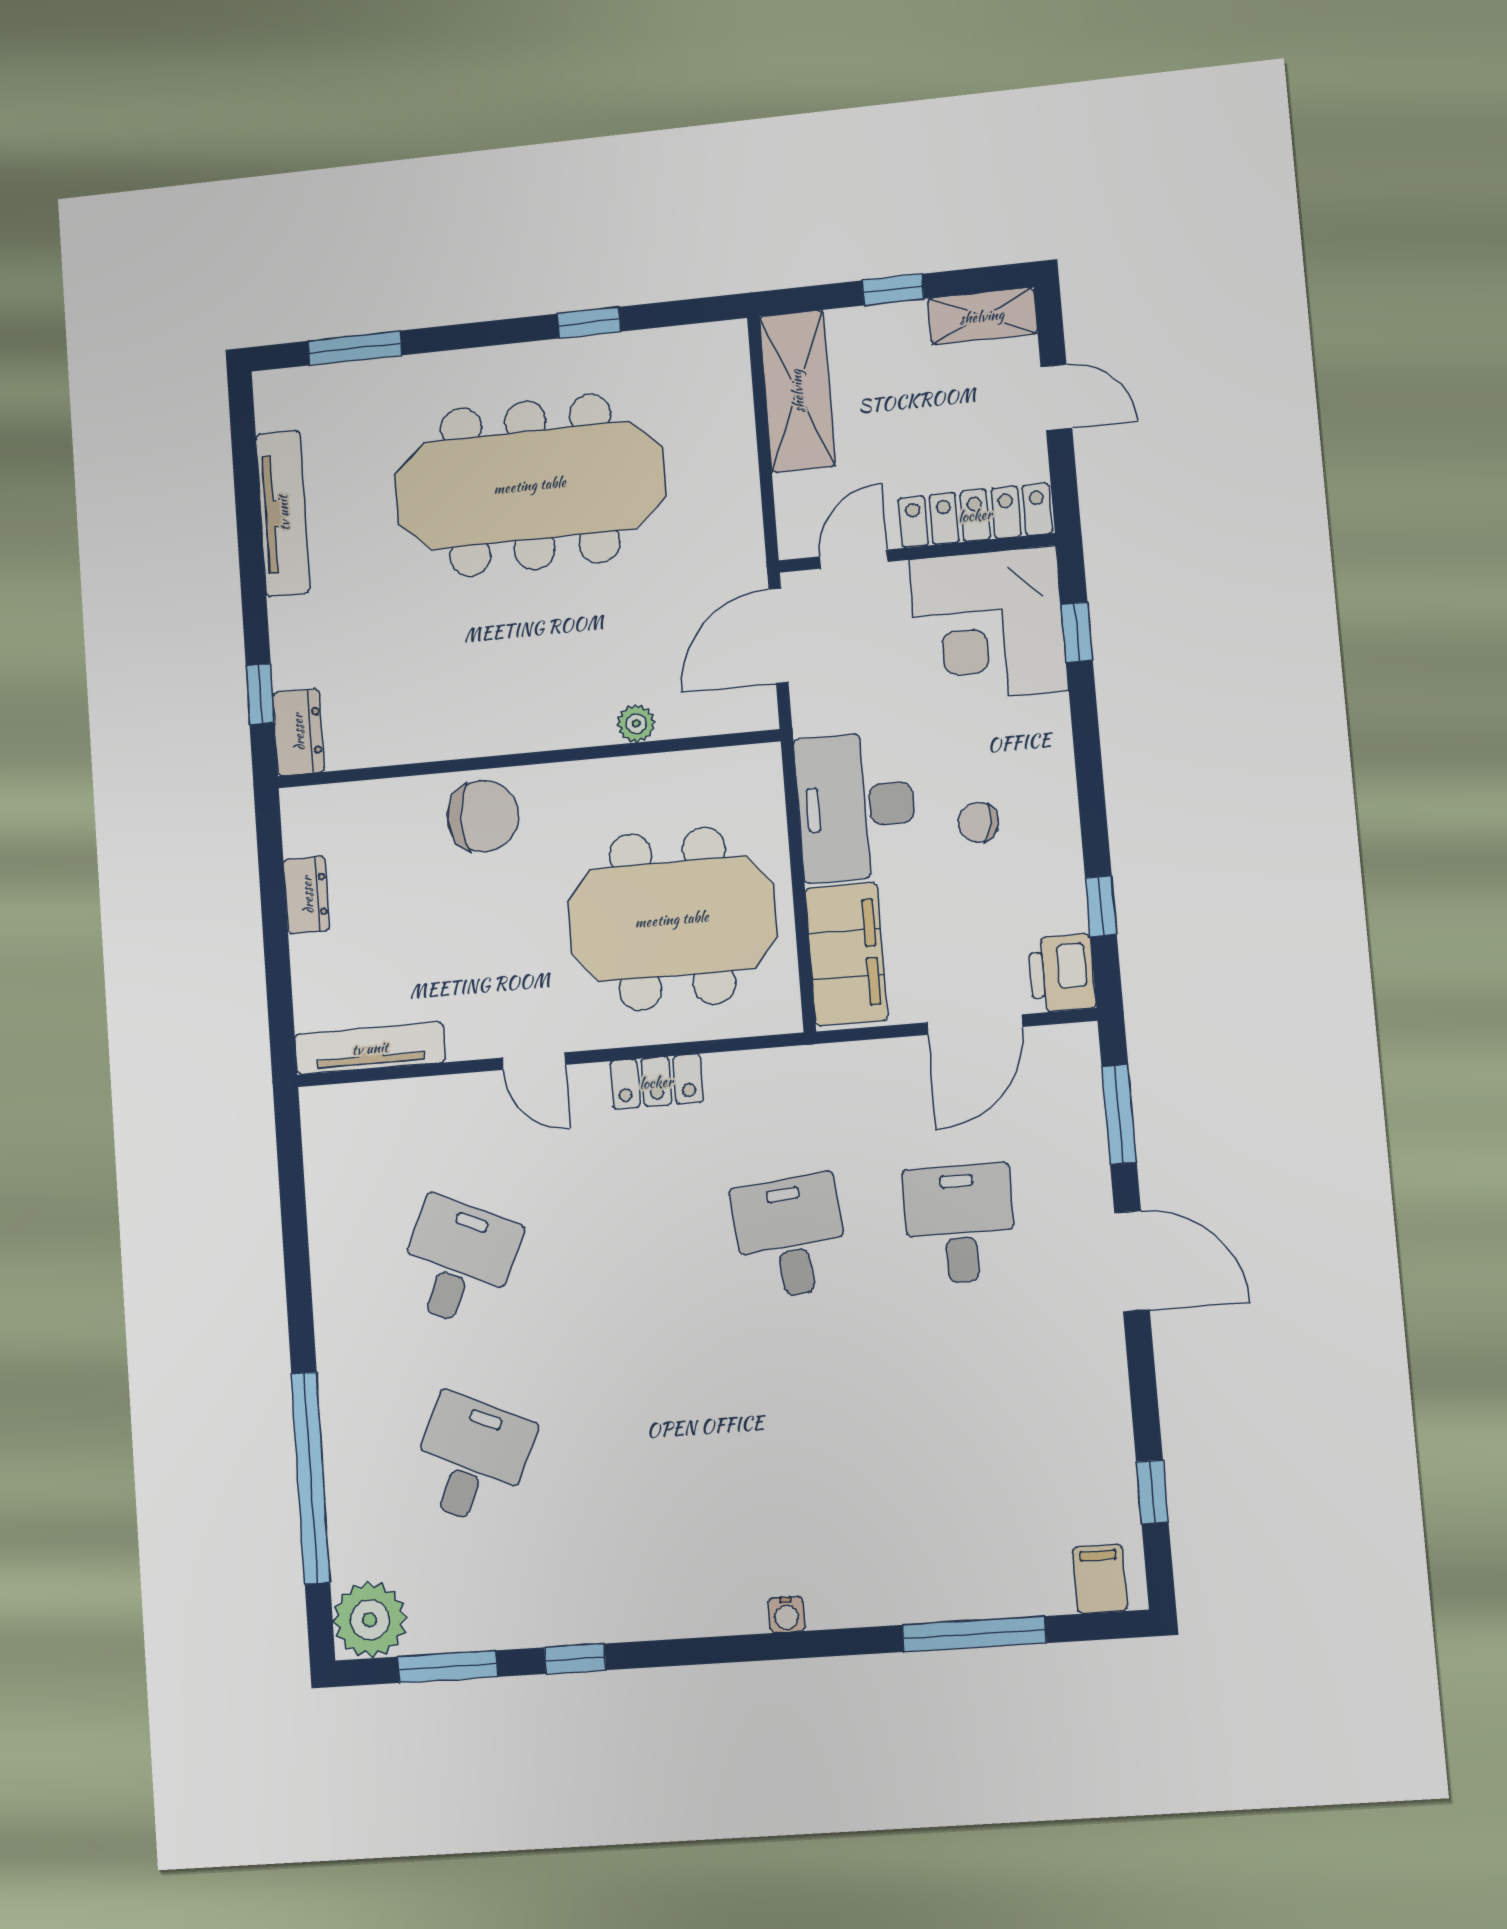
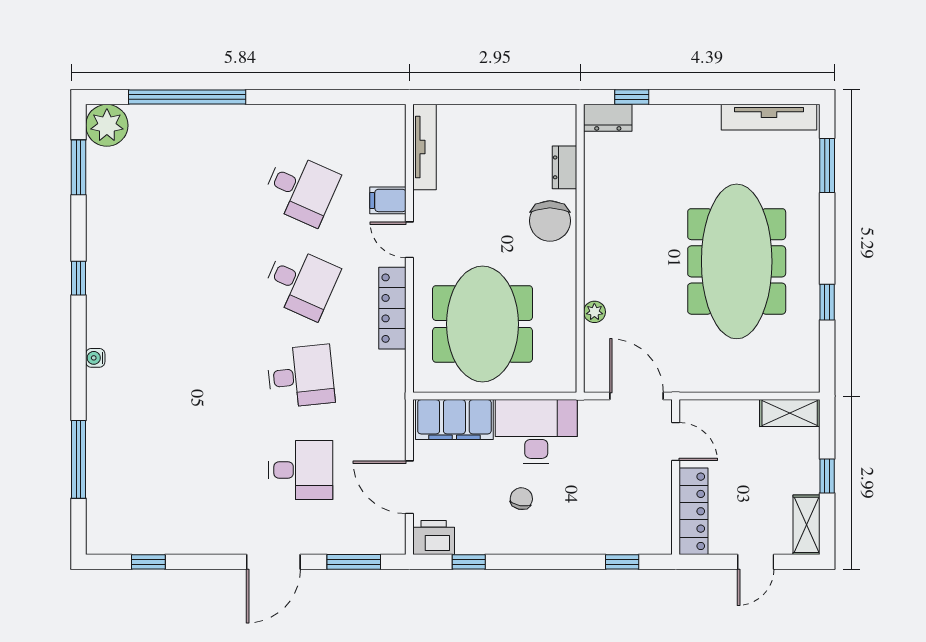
shelving: (797, 391) -> (790, 413), width x0.67, depth x0.75
tv unit: (283, 513) -> (769, 117), moved
corner desk: (988, 625) -> (631, 513), removed
dresser: (307, 895) -> (565, 167), moved, turned 90
door: (534, 1061) -> (409, 240), hinge flipped
locker: (656, 1082) -> (392, 308), width x1.53
desk: (472, 1460) -> (301, 283), moved
filing cabinet: (1100, 1579) -> (388, 200), moved, turned 180
window: (575, 1659) -> (79, 278), moved

